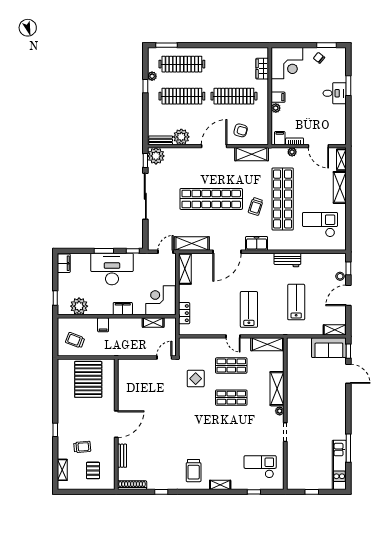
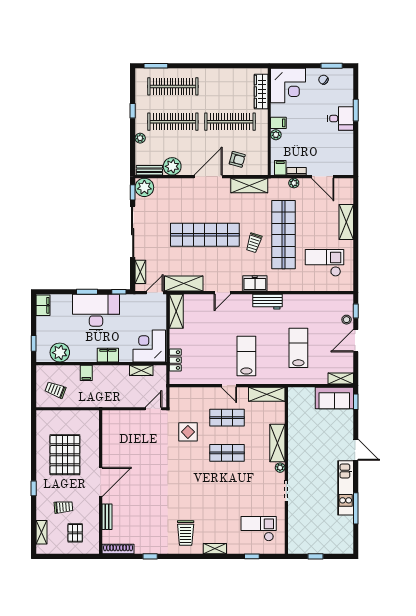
wardrobe: (262, 69) -> (261, 92), width x1.50
plant: (152, 76) -> (140, 138), moved
shelving: (341, 160) -> (140, 272), moved
door: (227, 252) -> (222, 293), width x0.53
workbench: (287, 260) -> (268, 302), moved
door: (348, 374) -> (356, 450), moved
pallet: (88, 379) -> (65, 455), moved
kitchen unit: (339, 465) -> (346, 488), moved

